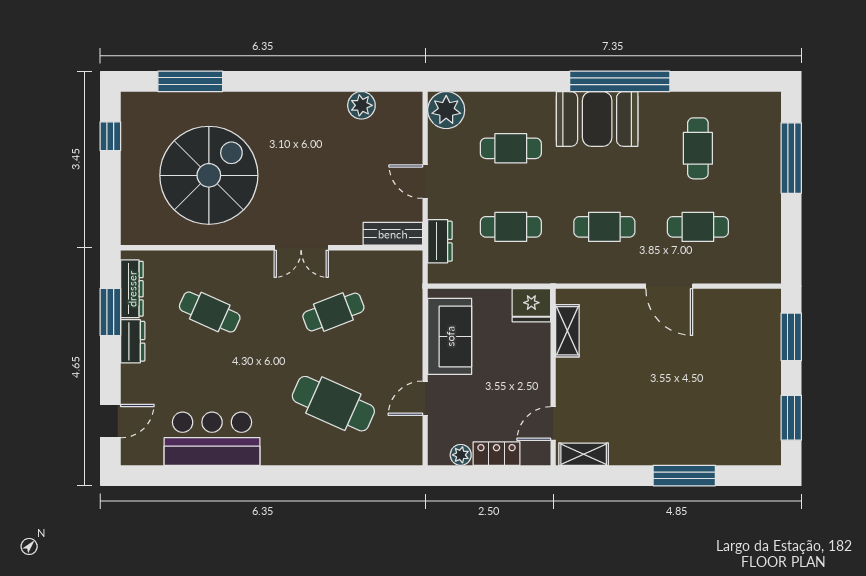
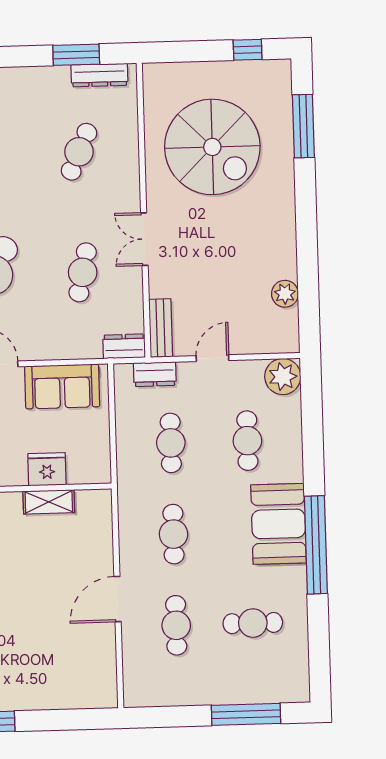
fridge: (531, 305) -> (47, 469), moved, turned 90
cafe table: (333, 312) -> (83, 272), turned 33
shelving: (567, 331) -> (49, 502), moved
window: (791, 337) -> (72, 720), removed
dresser: (133, 341) -> (124, 346), moved, turned 180

